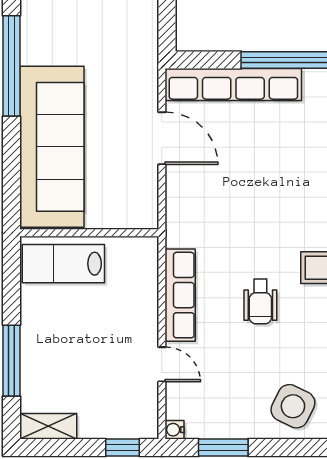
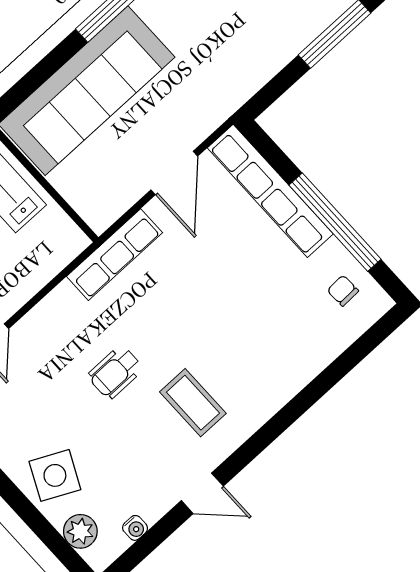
row of seats: (180, 295) -> (115, 255), moved

